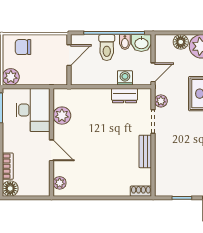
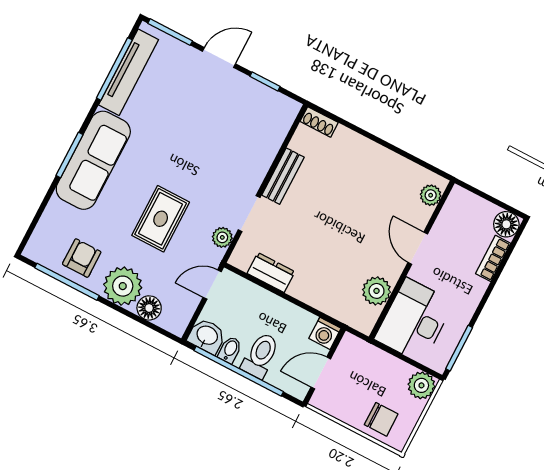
washing machine: (125, 78) -> (325, 333), moved

